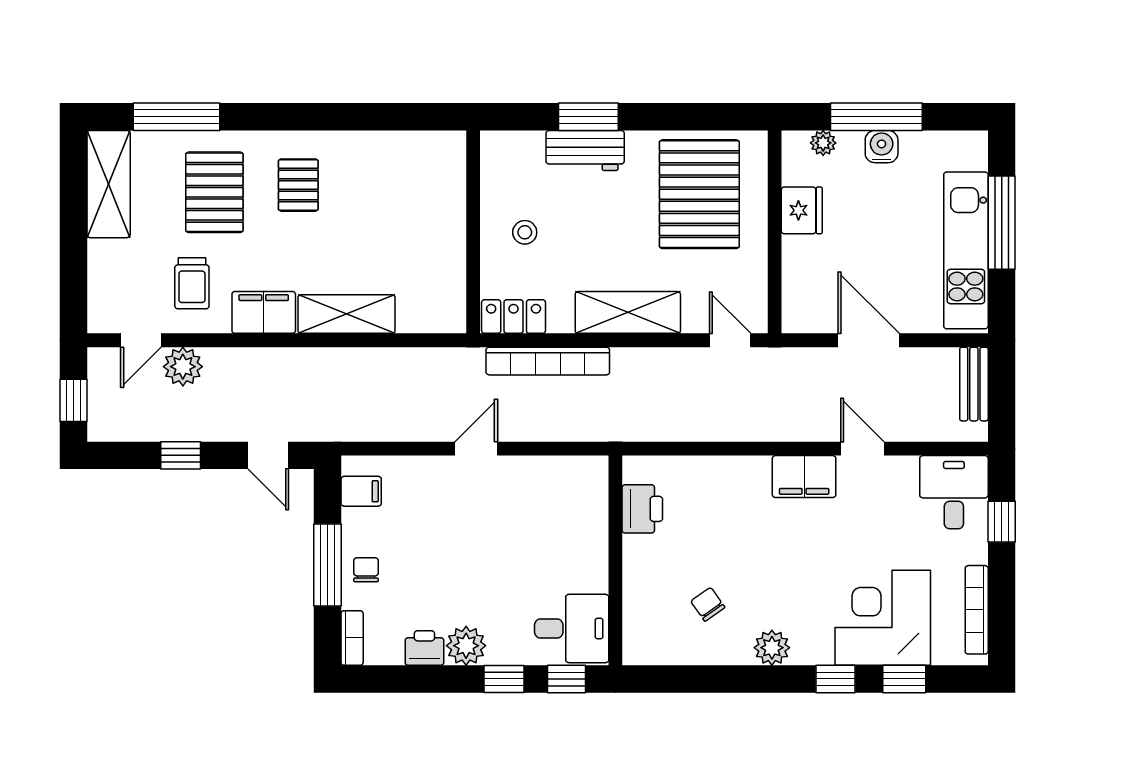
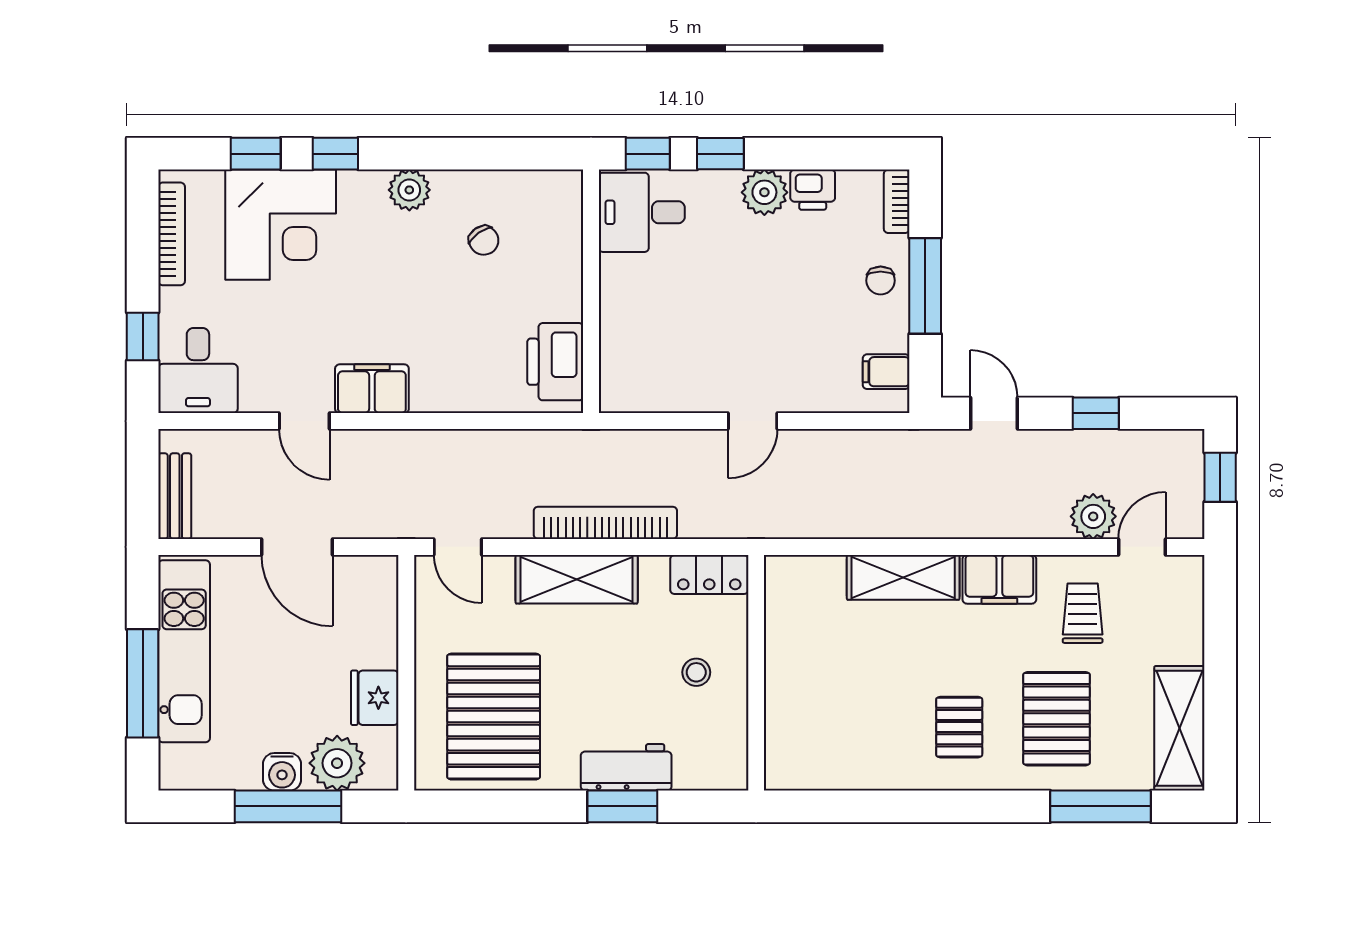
plant: (823, 143) -> (337, 763), width x1.88, depth x1.88
bookcase: (548, 361) -> (605, 523), moved
printer: (642, 509) -> (555, 362), width x1.37, depth x1.19

